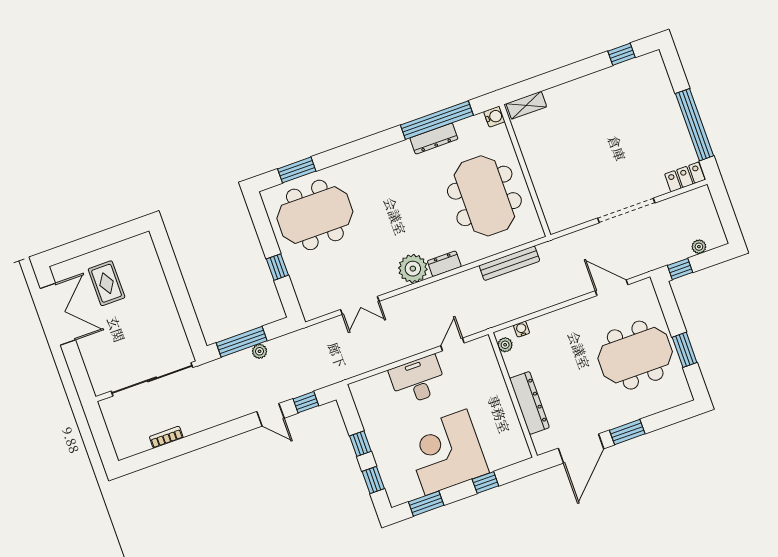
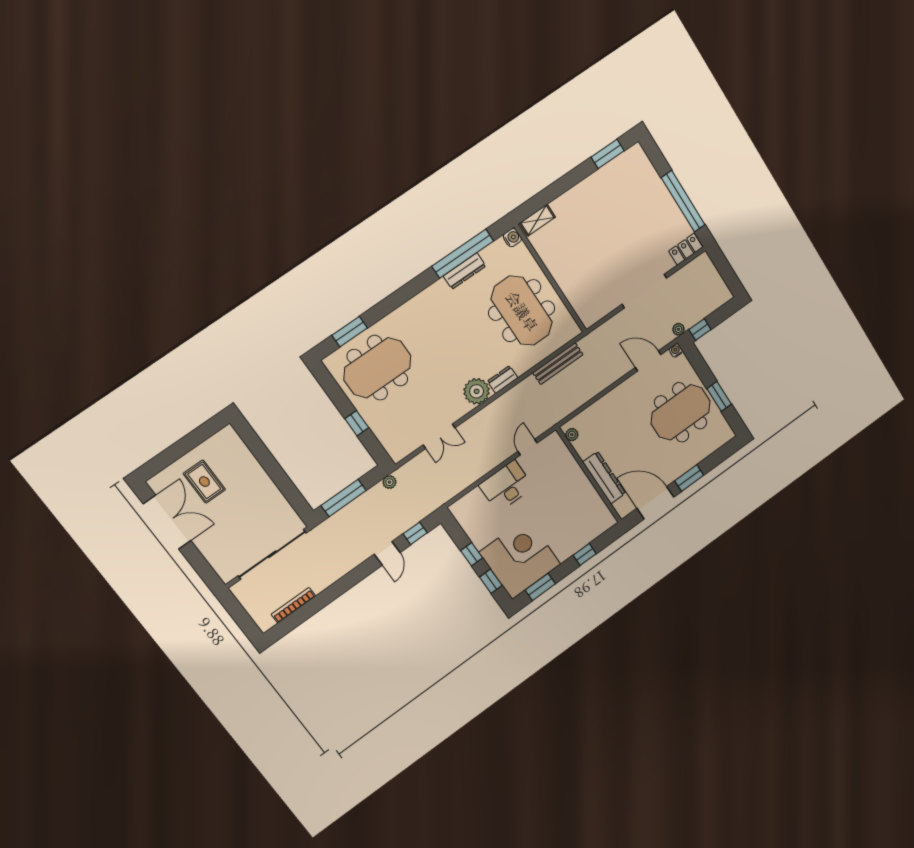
window: (621, 54) -> (608, 154), width x1.50
plant: (699, 247) -> (678, 329), moved
water cooler: (522, 329) -> (676, 350), moved
plant: (260, 351) -> (389, 482), moved
door: (270, 415) -> (387, 553), hinge flipped
bookcase: (166, 437) -> (293, 605), width x1.56
door: (581, 448) -> (655, 503), swing flipped
corner desk: (446, 452) -> (520, 558), moved, turned 90

